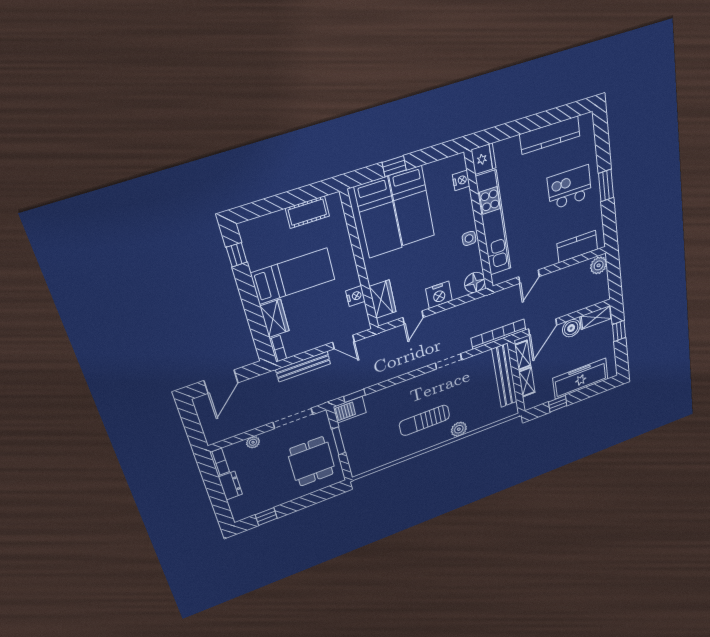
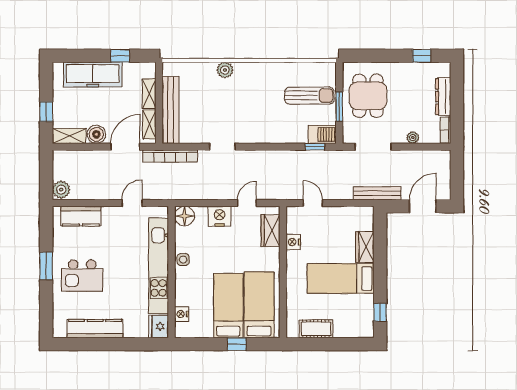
bookcase: (278, 349) -> (369, 218), removed
bench: (303, 367) -> (377, 193), moved
sun lounger: (425, 420) -> (309, 96), moved
dresser: (230, 486) -> (443, 97), width x1.44

